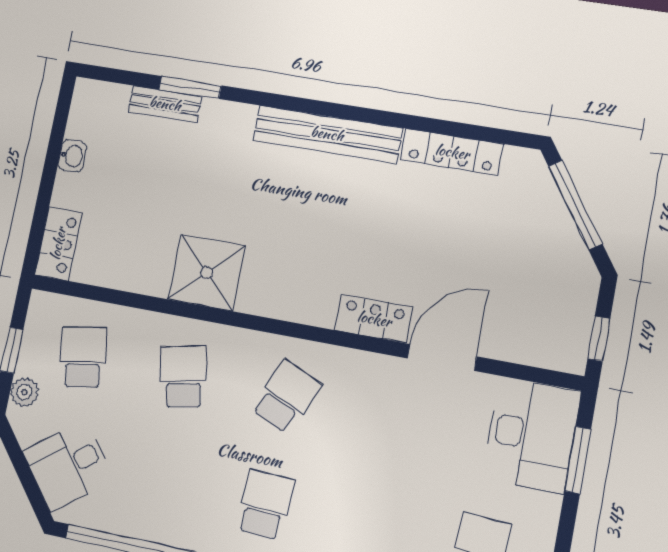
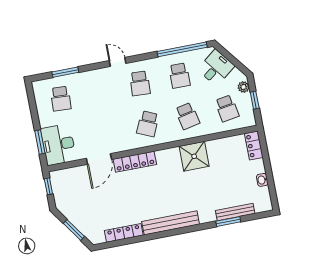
bench: (165, 104) -> (235, 212), width x1.36
window: (575, 205) -> (74, 230), width x0.69
locker: (374, 319) -> (135, 162), width x1.53
school desk: (162, 483) -> (179, 76), added

